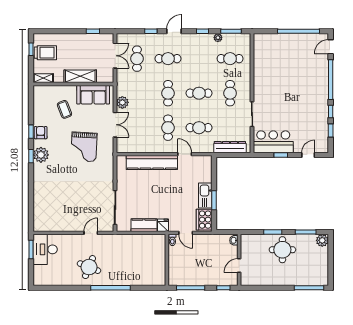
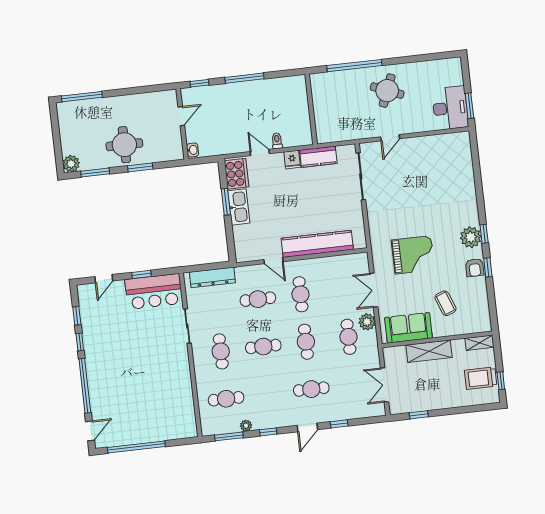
cafe table: (137, 59) -> (348, 337), moved
grand piano: (84, 147) -> (413, 255), turned 87
wall: (167, 260) -> (311, 109), moved

